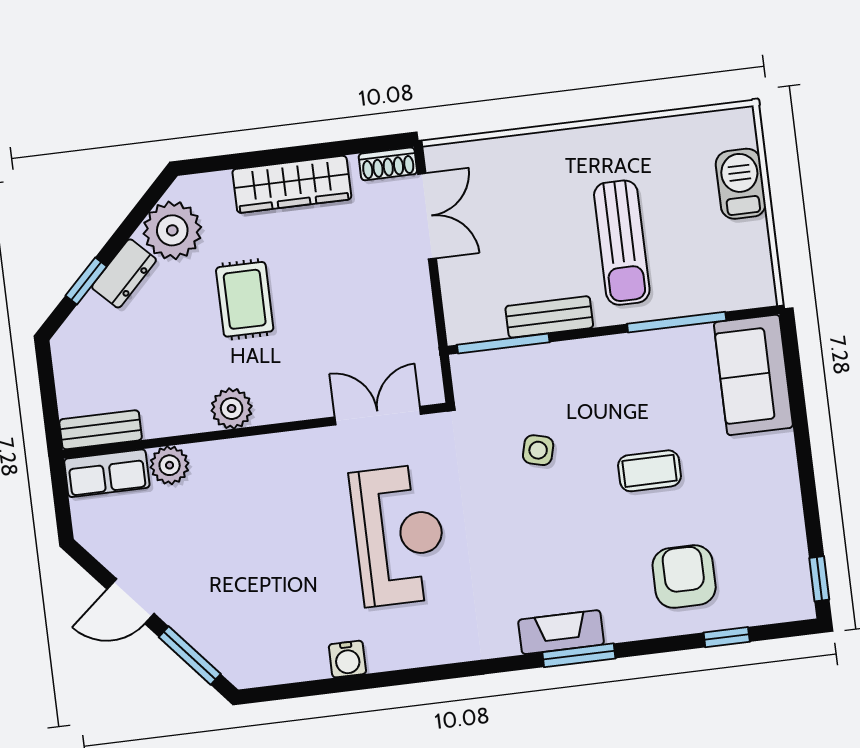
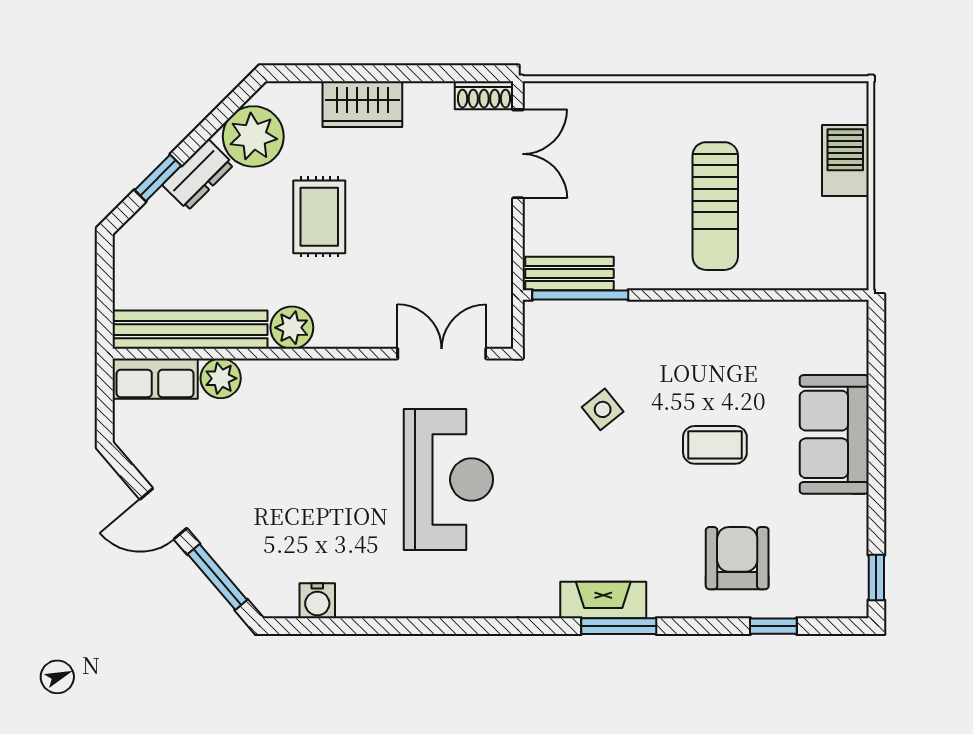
wardrobe: (292, 184) -> (362, 104), width x0.67
bench: (549, 317) -> (569, 273), moved
window: (677, 322) -> (762, 295), removed
sofa: (753, 375) -> (834, 434), moved
bench: (101, 430) -> (190, 330), width x1.86, depth x1.21
side table: (538, 450) -> (603, 409), turned 37
water cooler: (347, 659) -> (317, 601), moved

